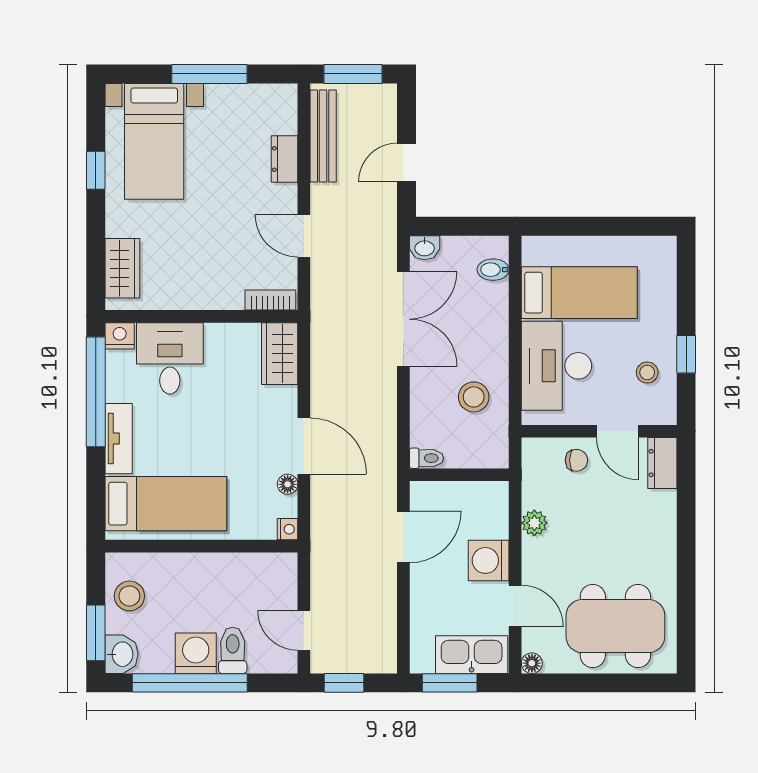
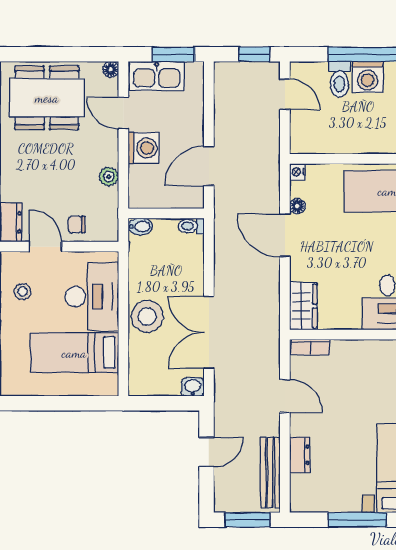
bidet: (493, 270) -> (140, 226), moved
stool: (474, 397) -> (147, 316), moved, width x1.38, depth x1.38

